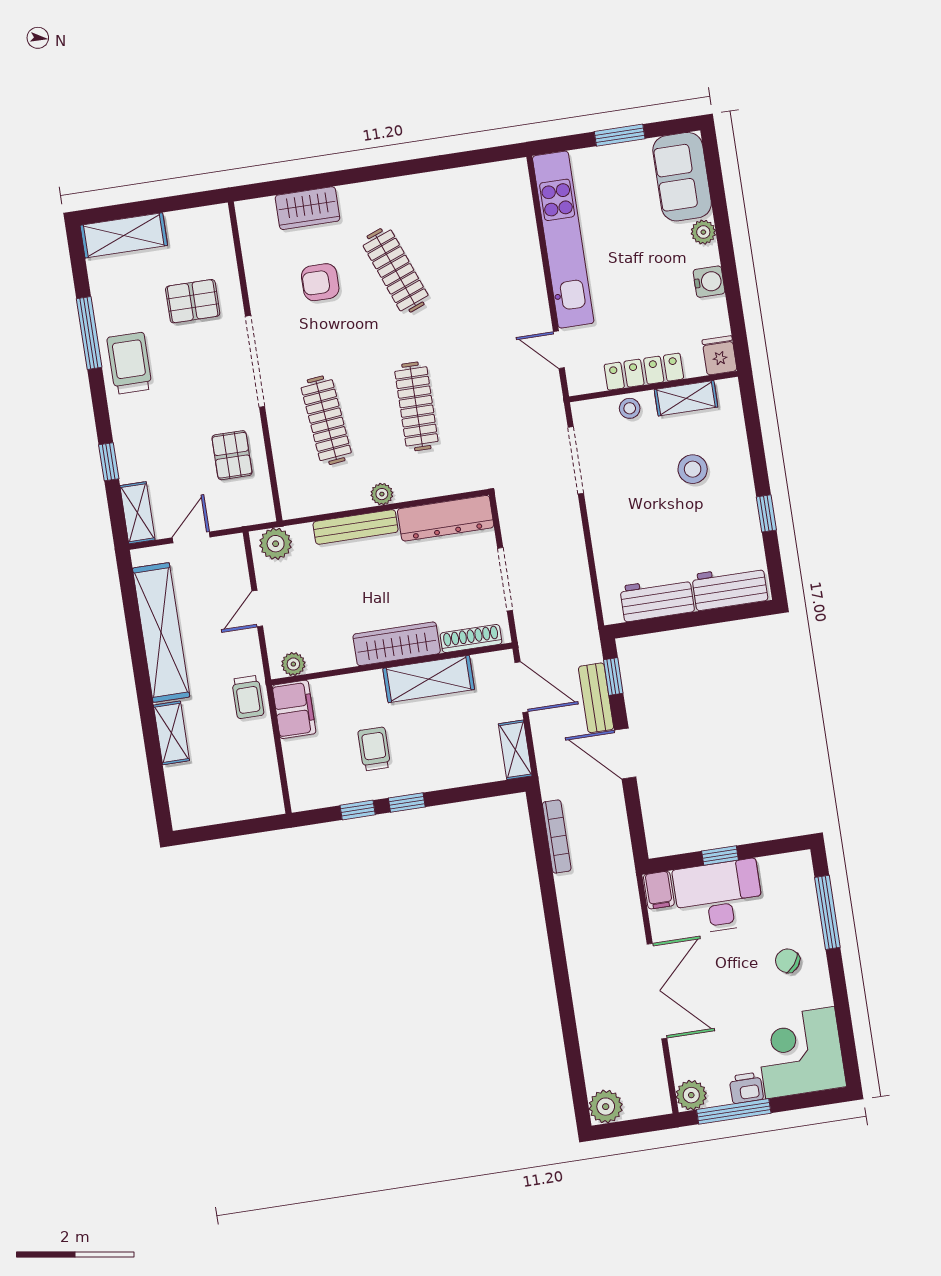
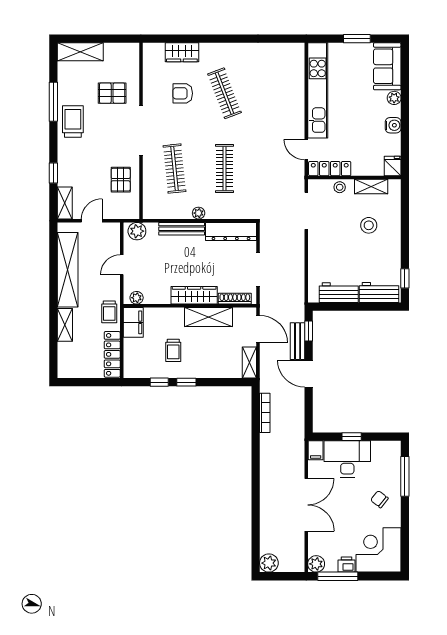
locker: (644, 372) -> (330, 169), moved
window: (766, 513) -> (405, 278), moved
trolley: (374, 749) -> (173, 350), turned 180
locker: (265, 773) -> (112, 354), added

